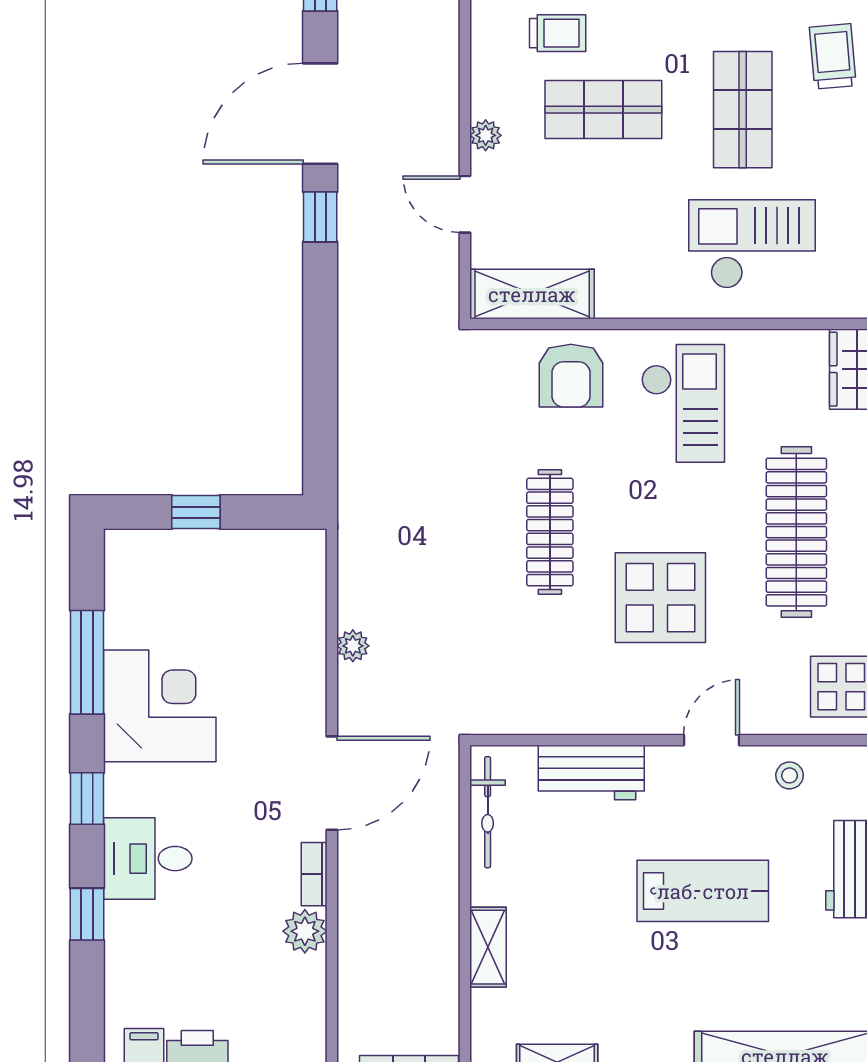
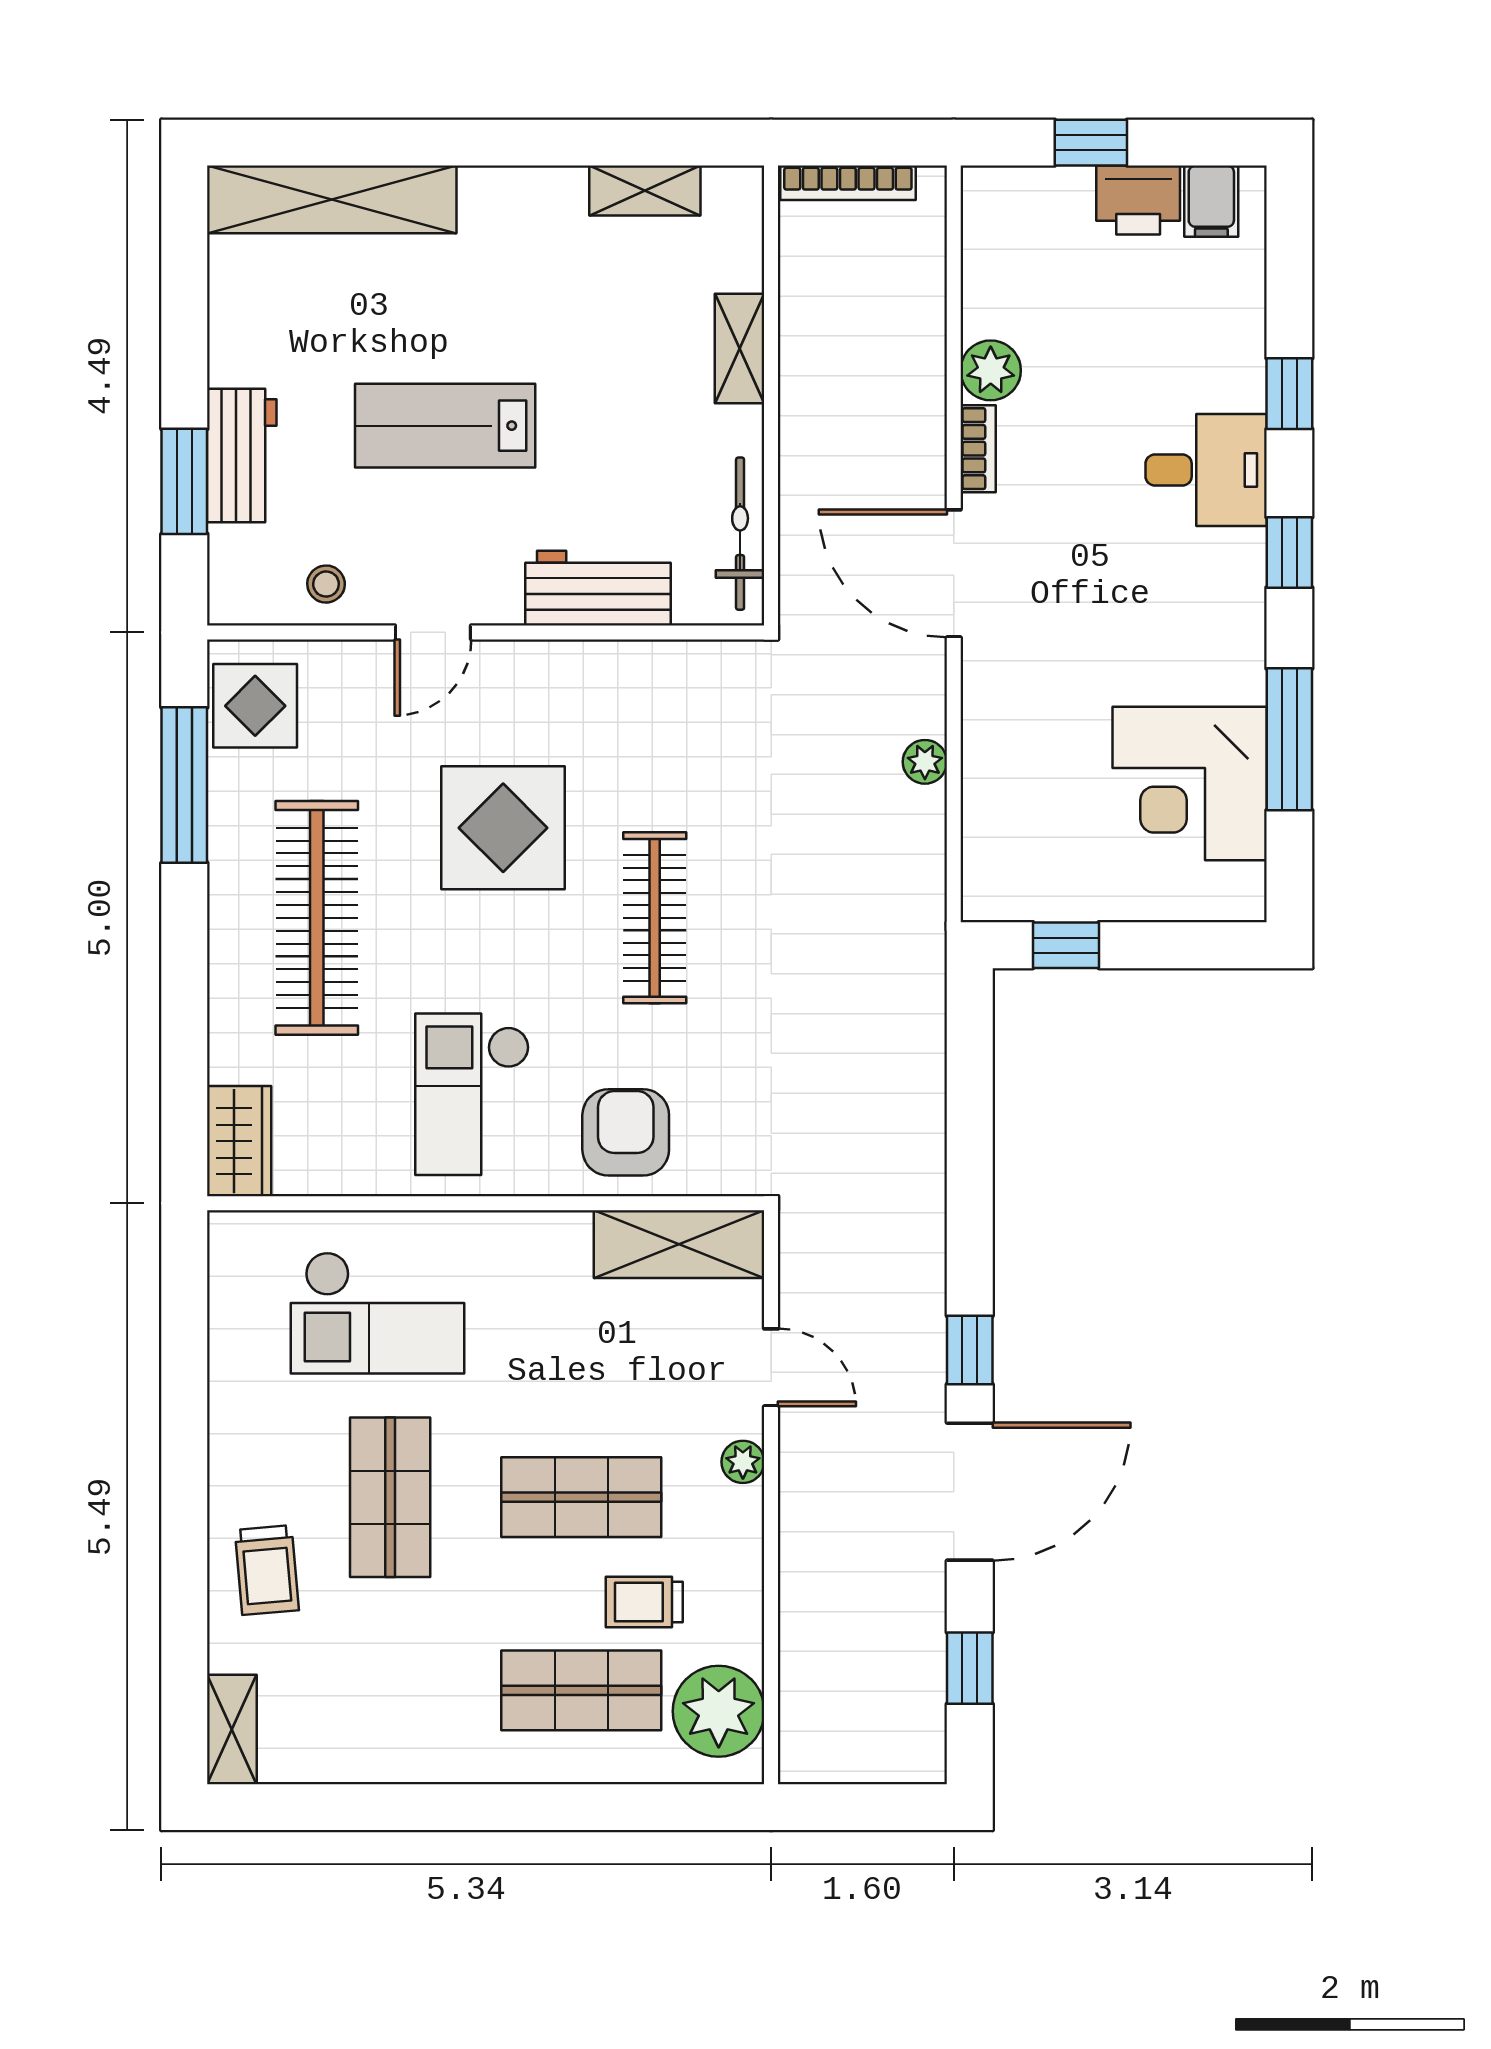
window: (196, 512) -> (1066, 945), moved
corner desk: (160, 706) -> (1190, 783), moved
door: (332, 783) -> (954, 573), hinge flipped

